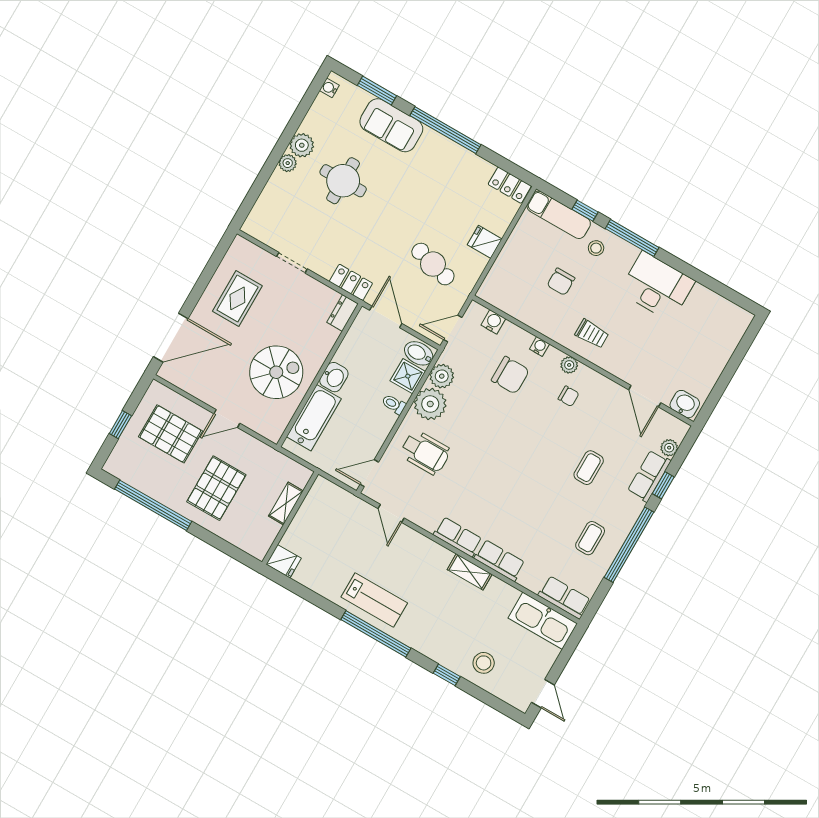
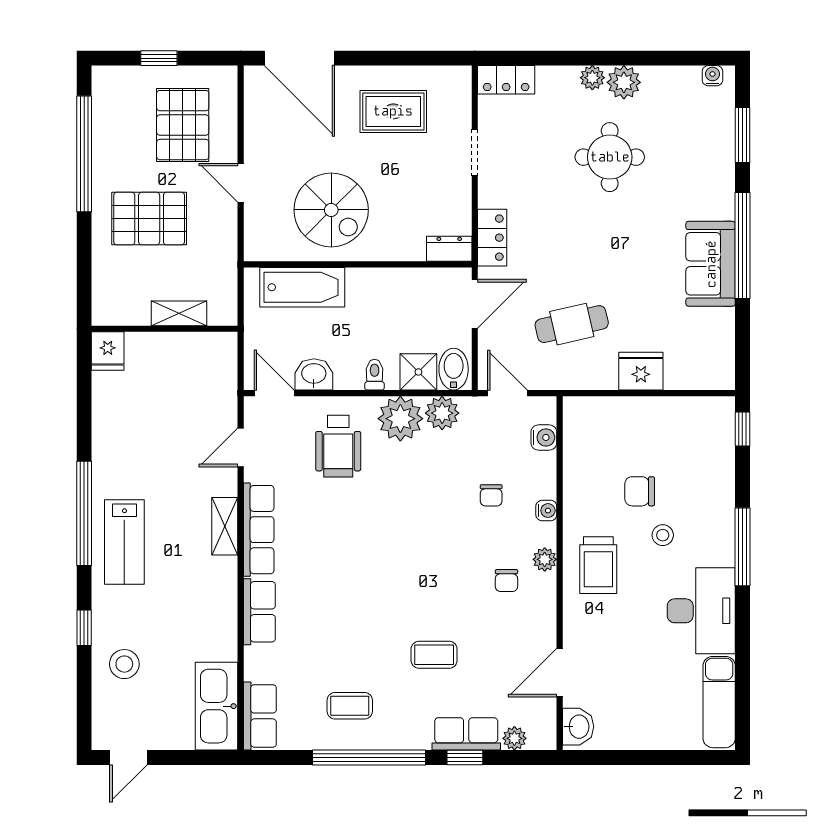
sofa: (391, 125) -> (711, 264), moved
locker: (510, 185) -> (506, 80), moved, turned -90
window: (585, 211) -> (742, 429), moved
exam couch: (559, 215) -> (719, 702), moved
fridge: (485, 242) -> (641, 371), width x1.38
stool: (596, 248) -> (663, 535), moved
cafe table: (433, 264) -> (572, 324), turned 62
trolley: (592, 334) -> (598, 565), width x1.36, depth x1.39
chair: (510, 375) -> (491, 495), width x0.54, depth x0.54
washbasin: (334, 377) -> (314, 374), moved, turned 180
row of seats: (458, 537) -> (259, 530), width x1.48
shelving: (470, 572) -> (225, 526), moved
lab bench: (374, 600) -> (124, 542), moved

